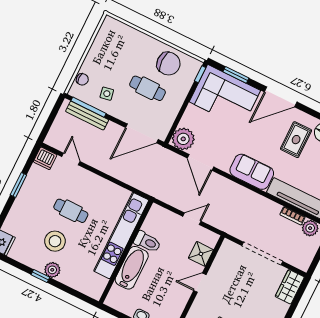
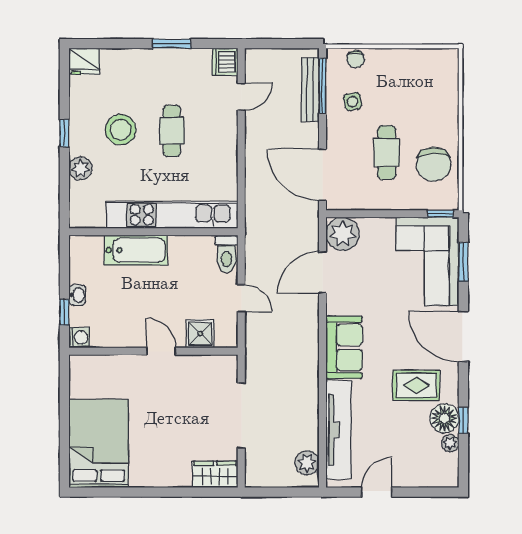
bookcase: (293, 216) -> (312, 431), removed
toilet: (147, 242) -> (226, 254), moved
plant: (52, 270) -> (80, 168), moved

